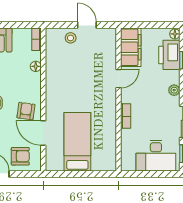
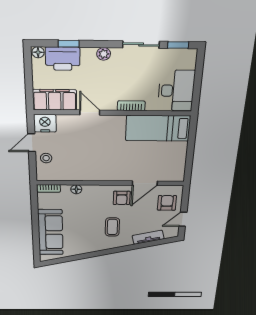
nightstand: (107, 38) -> (45, 123), added
armchair: (26, 111) -> (122, 198), turned -98
bed: (77, 142) -> (158, 128), moved
desk: (156, 156) -> (176, 91), moved

